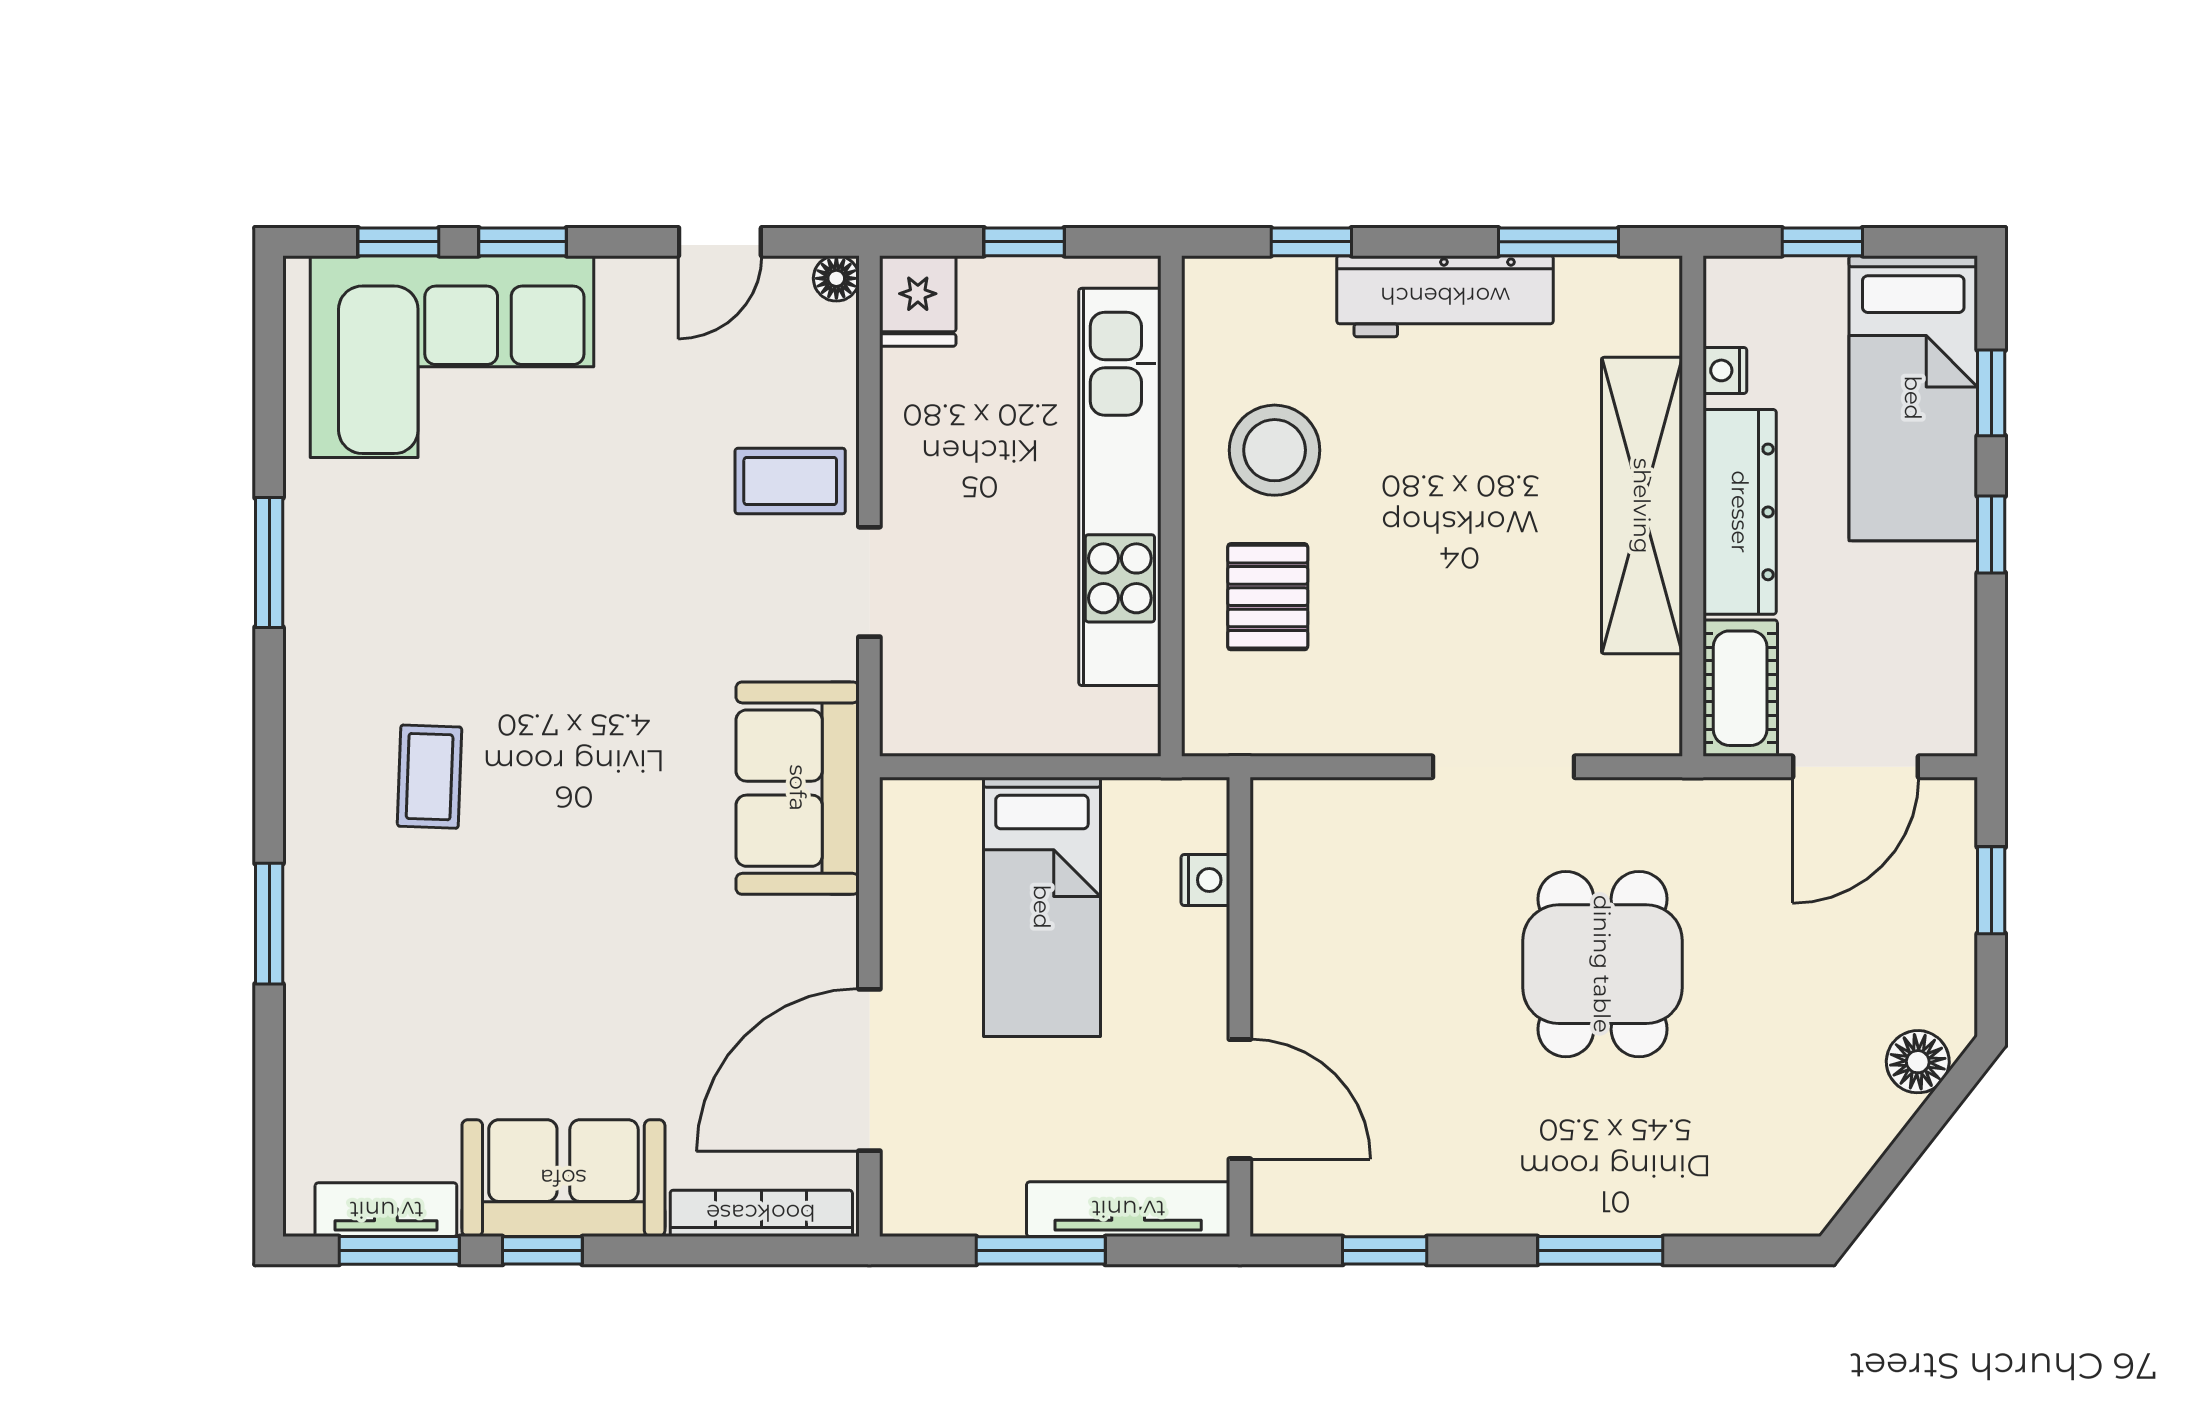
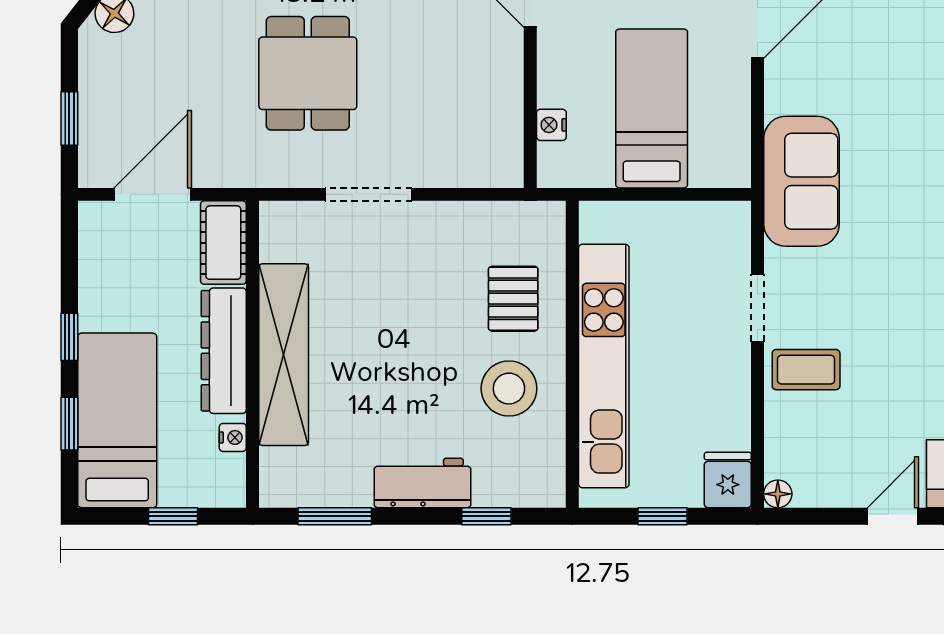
door: (720, 242) -> (893, 516), moved
workbench: (1445, 296) -> (422, 483), width x0.73

